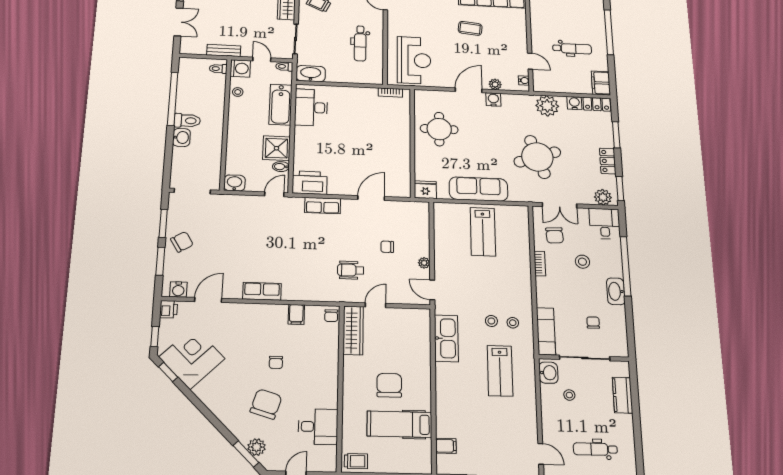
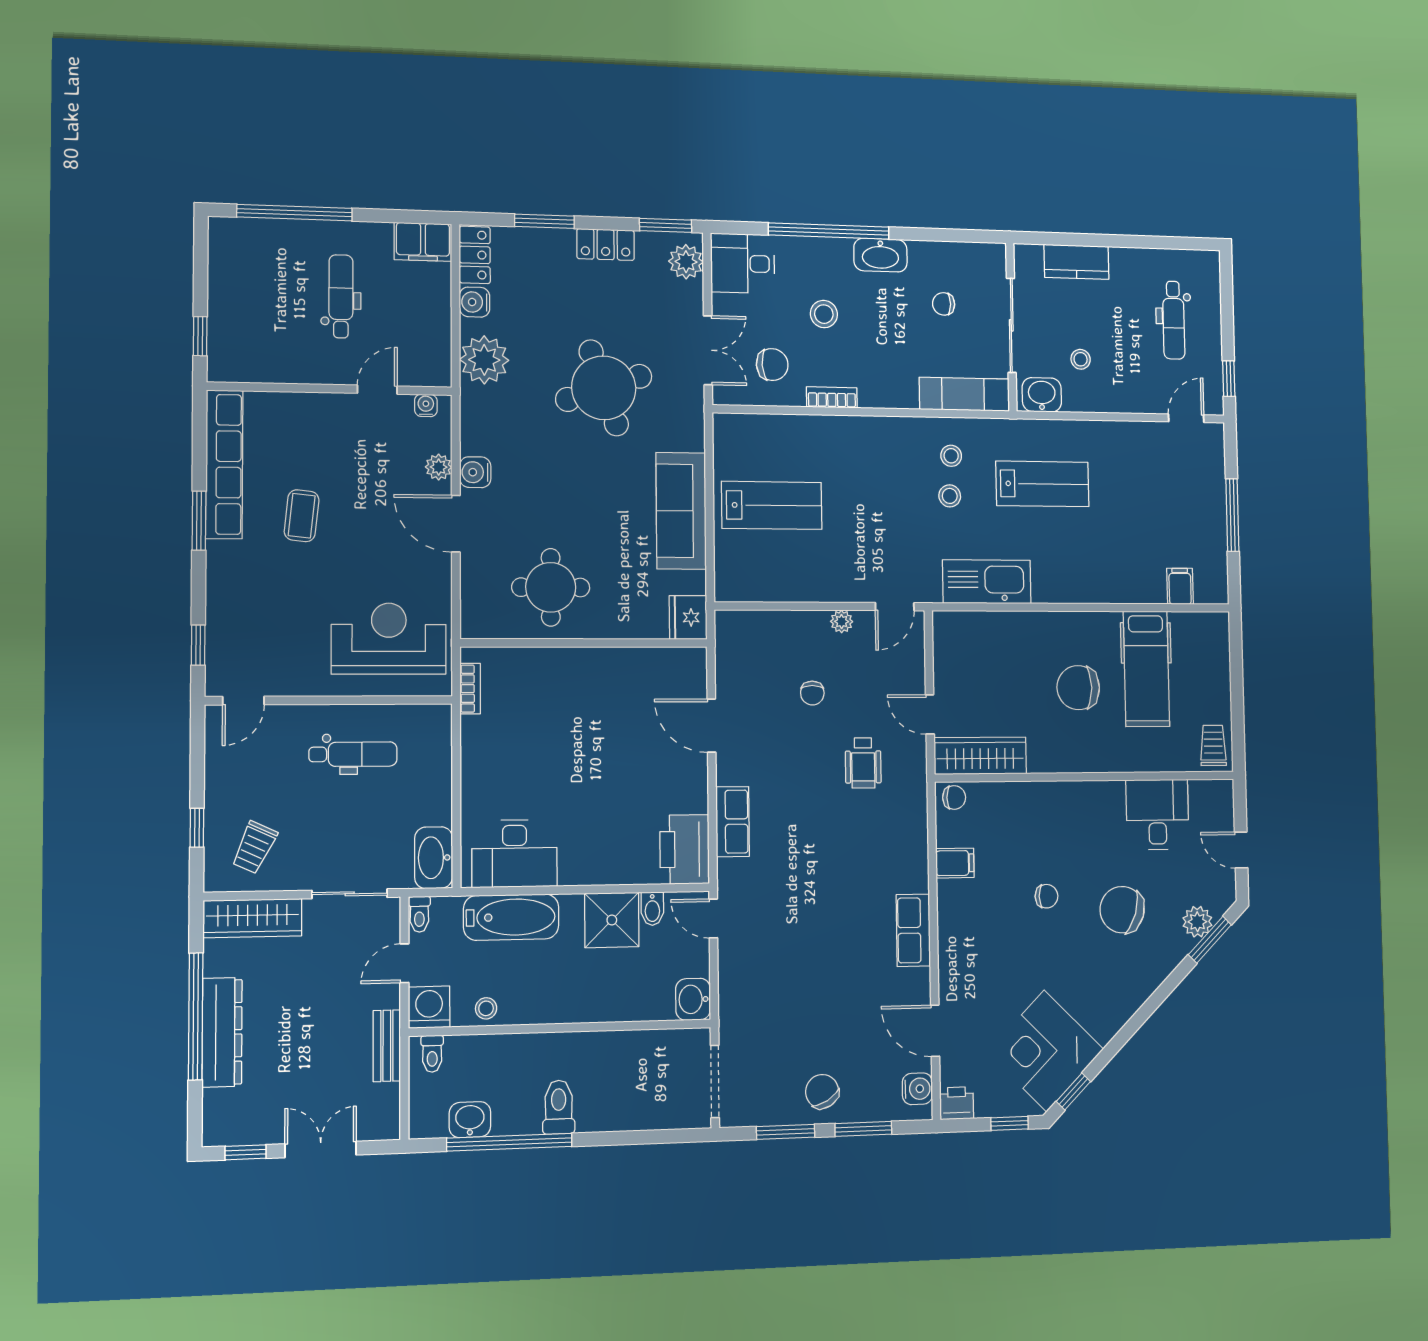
washbasin: (181, 137) -> (470, 1120), moved

